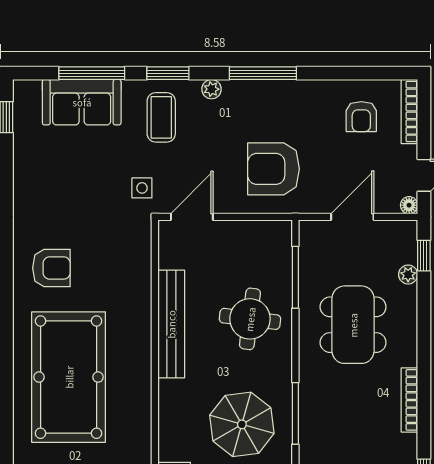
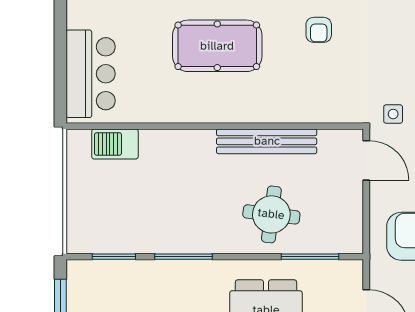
armchair: (51, 268) -> (319, 30), width x0.72, depth x0.72
pool table: (69, 377) -> (217, 46), width x0.73, depth x0.76
parasol: (242, 424) -> (173, 207), removed

